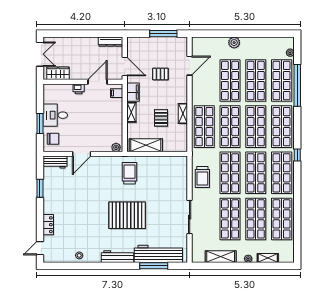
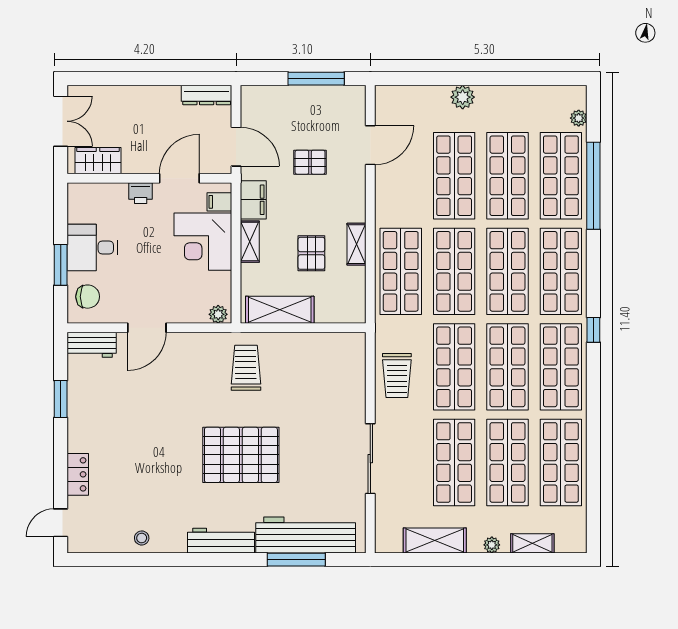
corner desk: (109, 112) -> (203, 242), added

